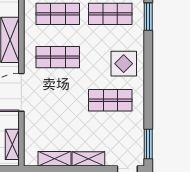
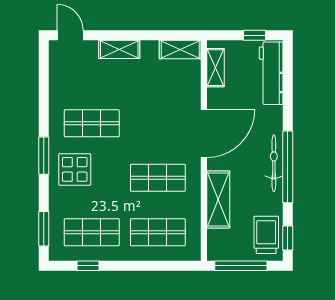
window: (148, 144) -> (44, 156), moved
shelving: (55, 159) -> (180, 50), moved

